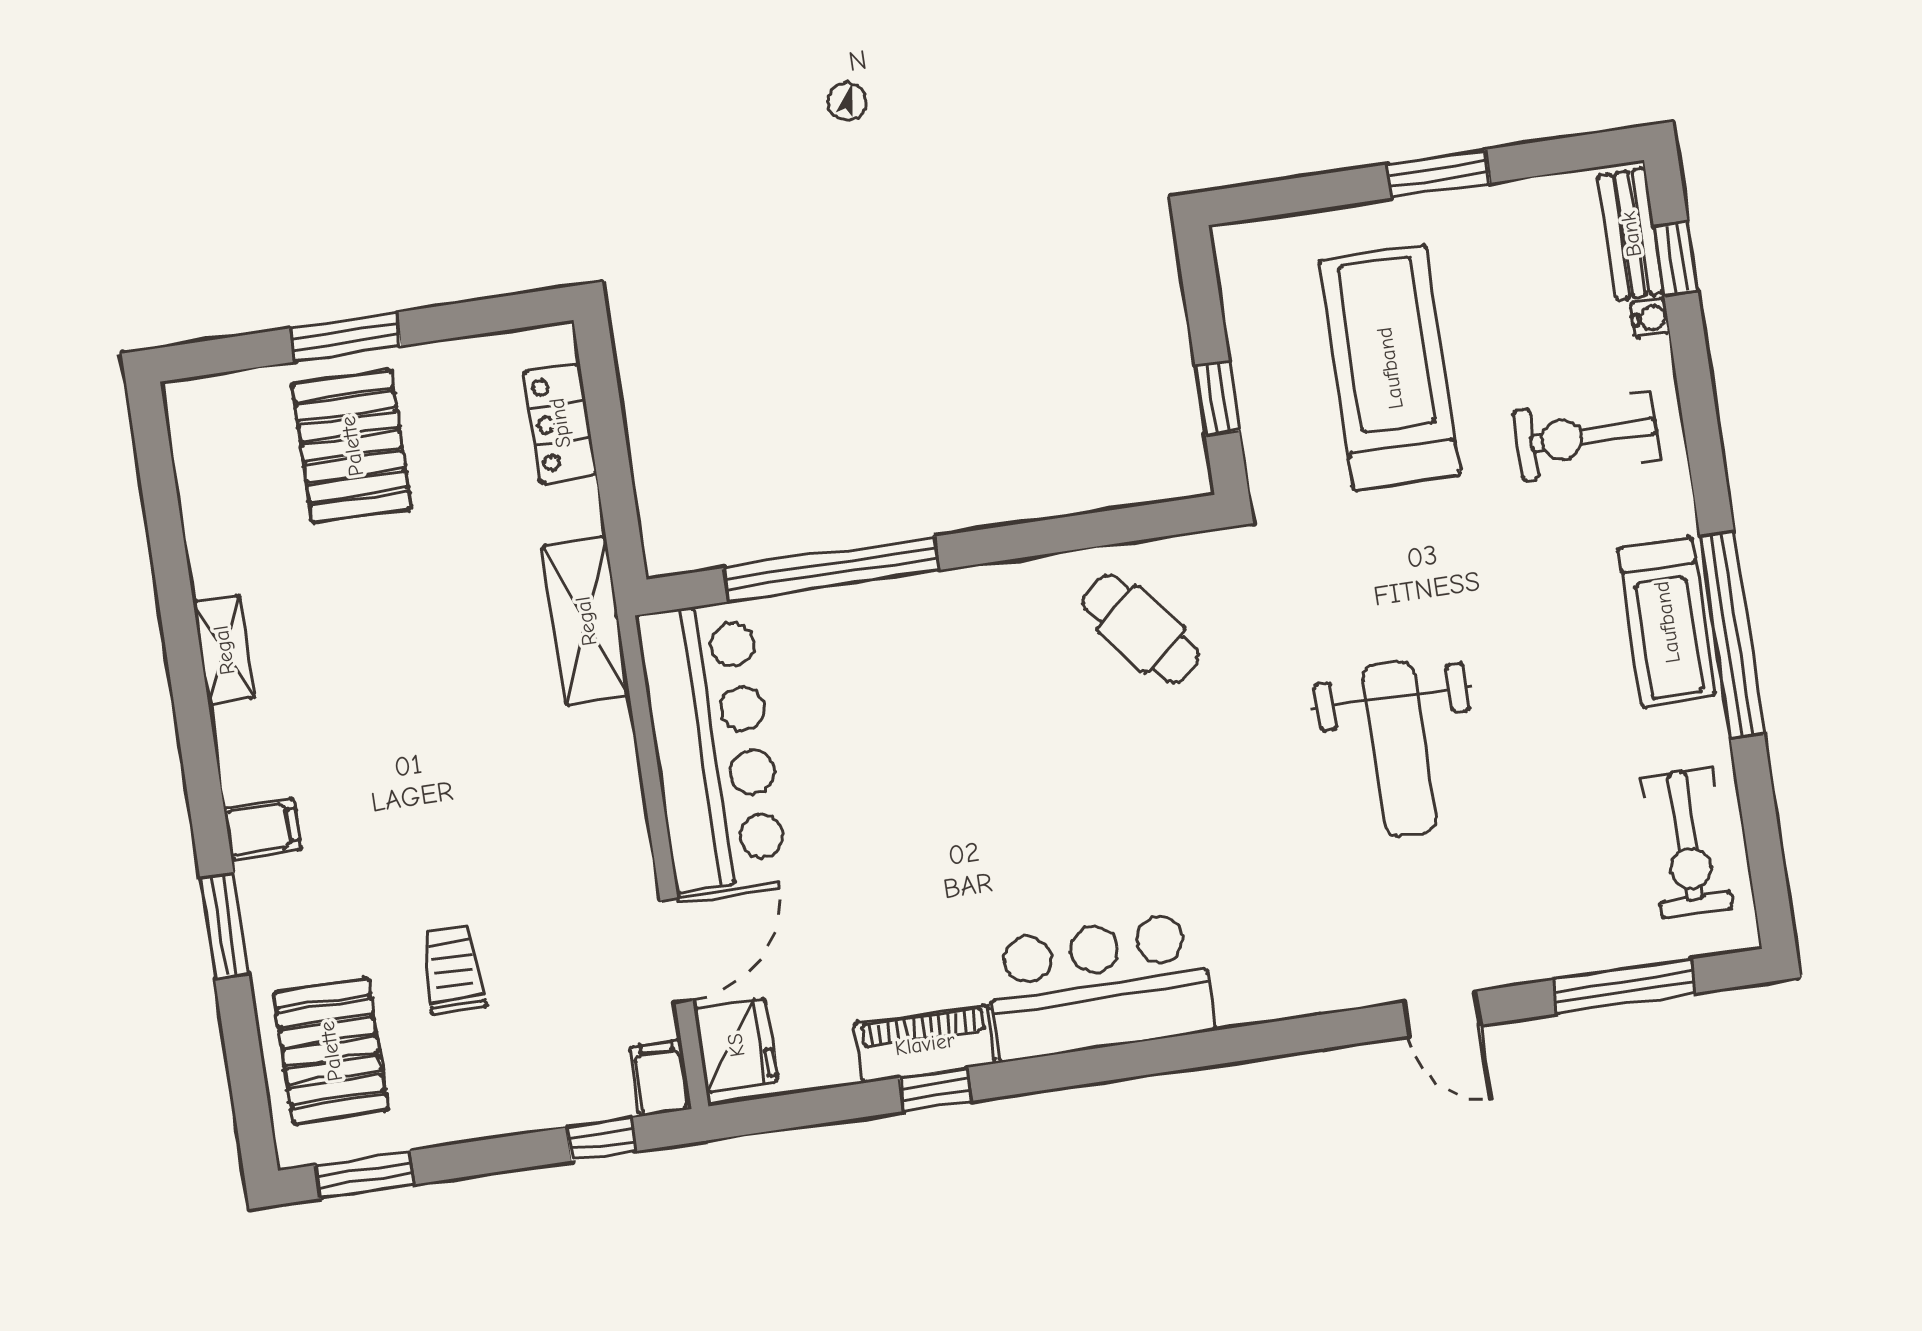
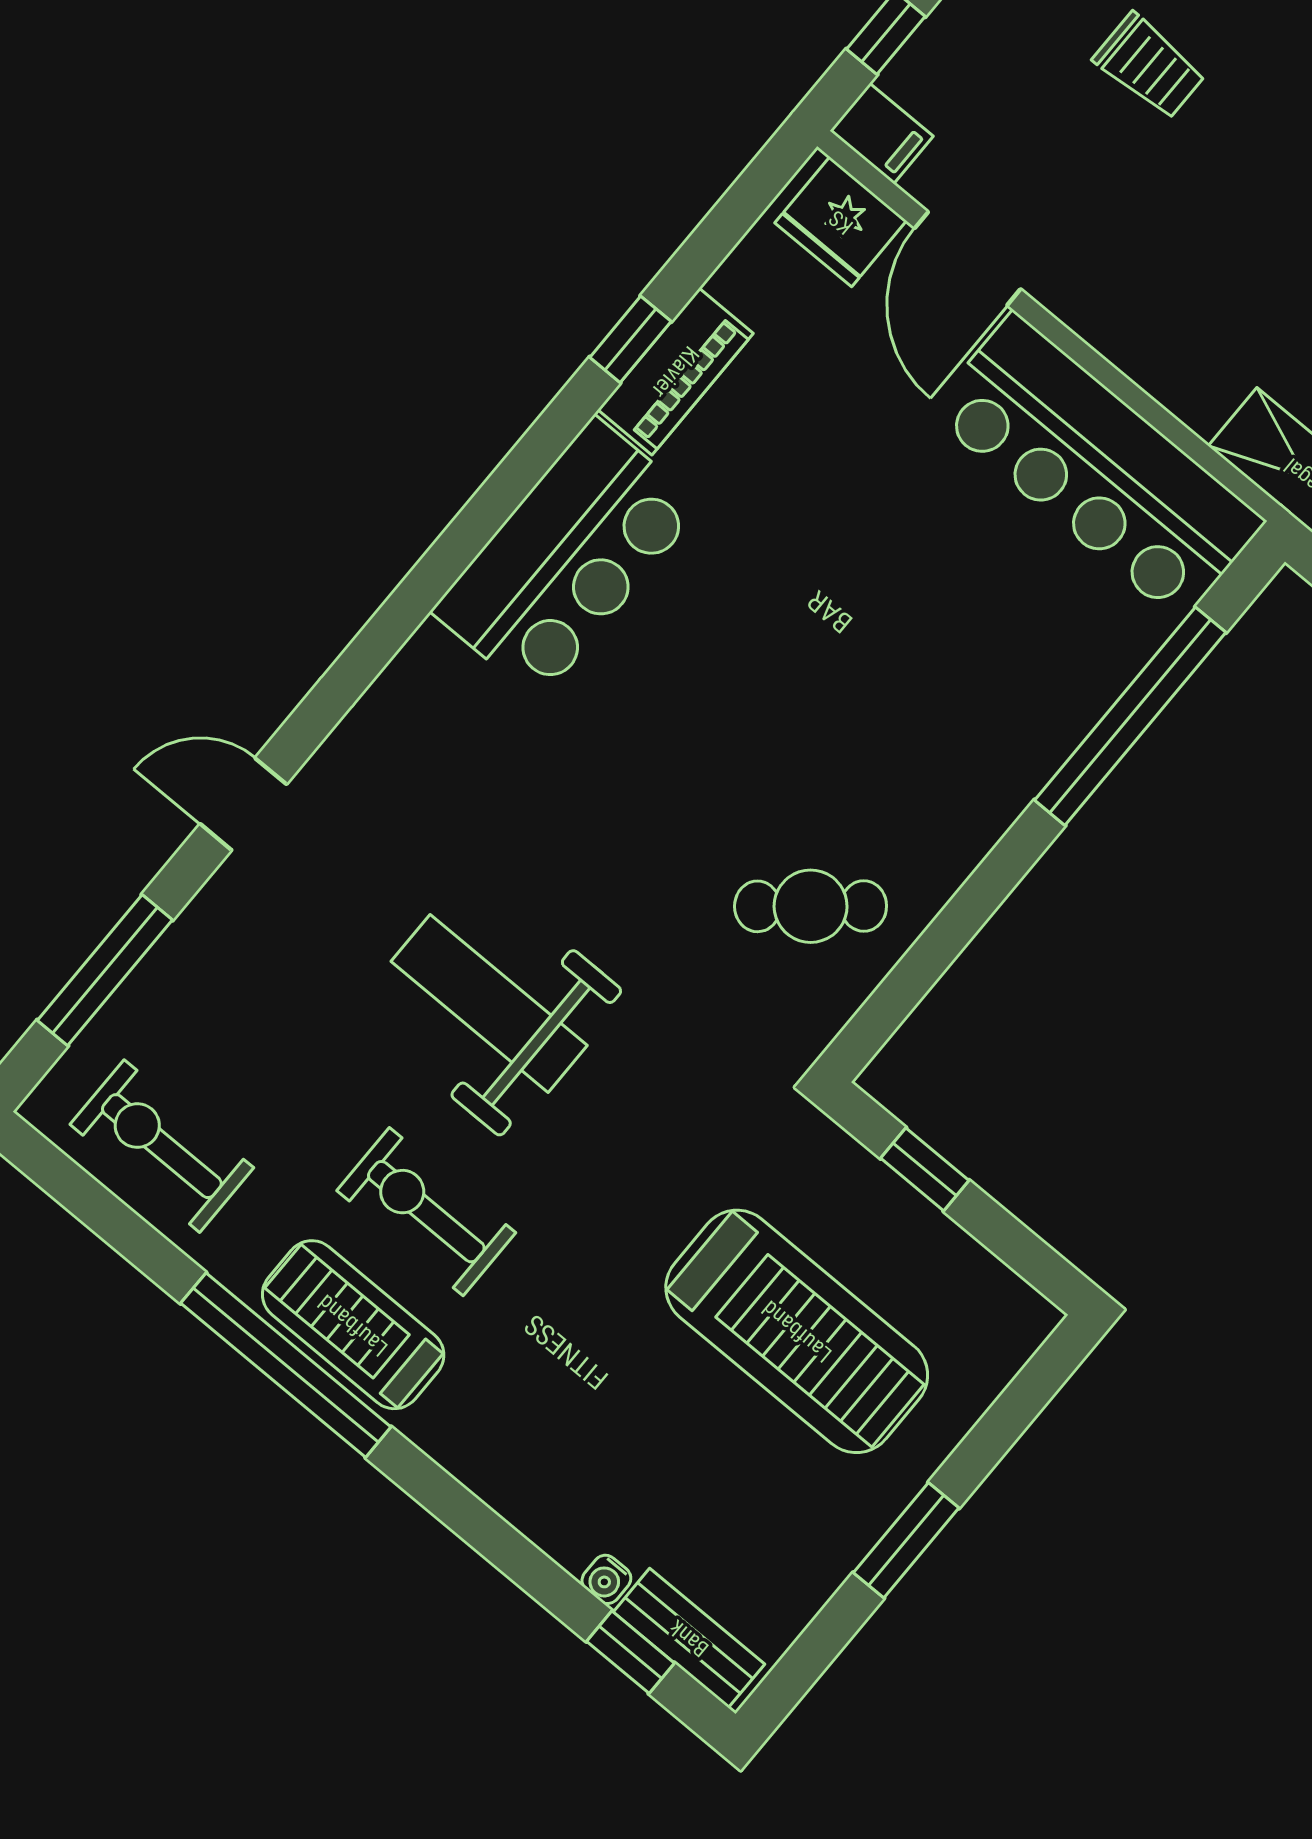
exercise bike: (1587, 436) -> (426, 1212), moved, turned -90

